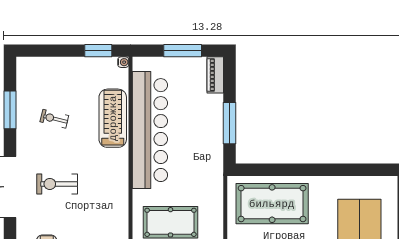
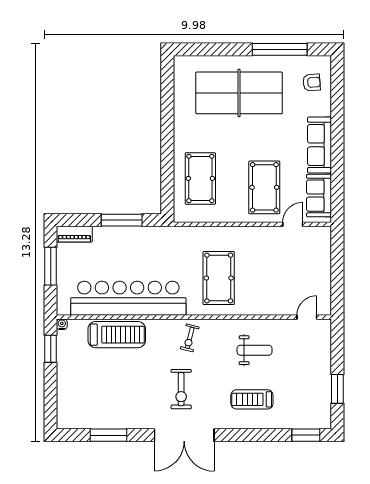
treadmill: (113, 118) -> (117, 335), turned 180
exercise bike: (54, 119) -> (190, 338), moved
pool table: (272, 204) -> (200, 178), width x0.73, depth x0.76

